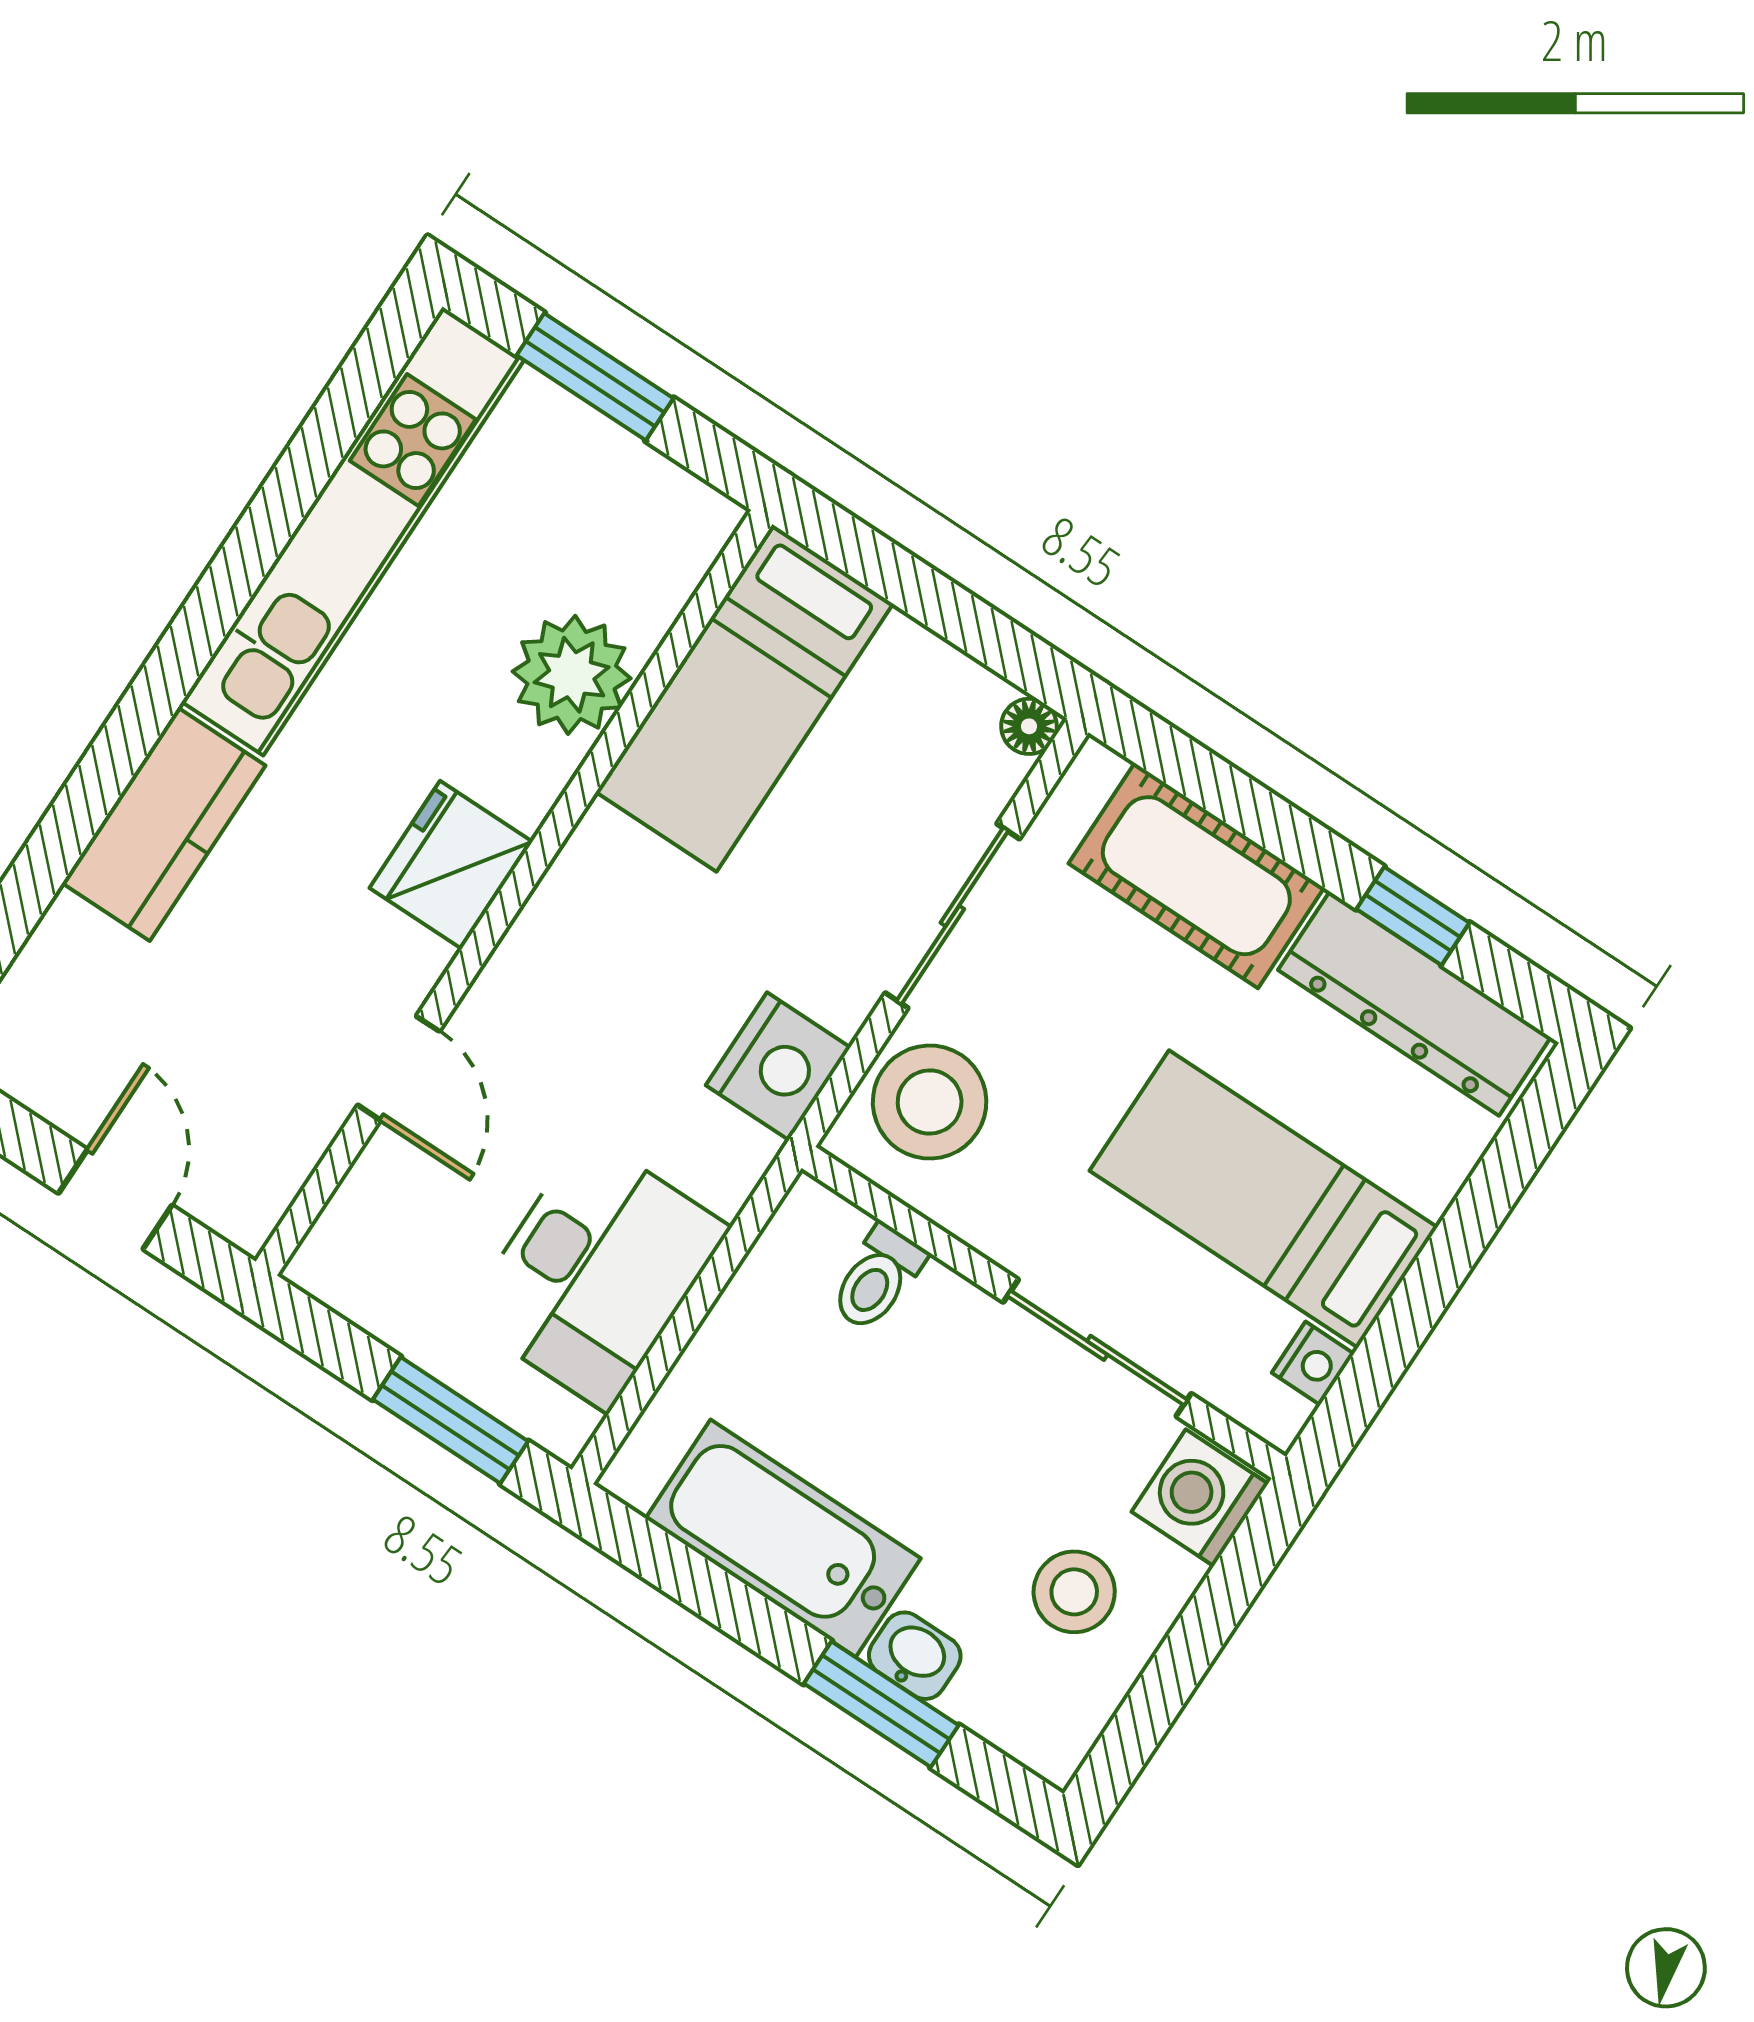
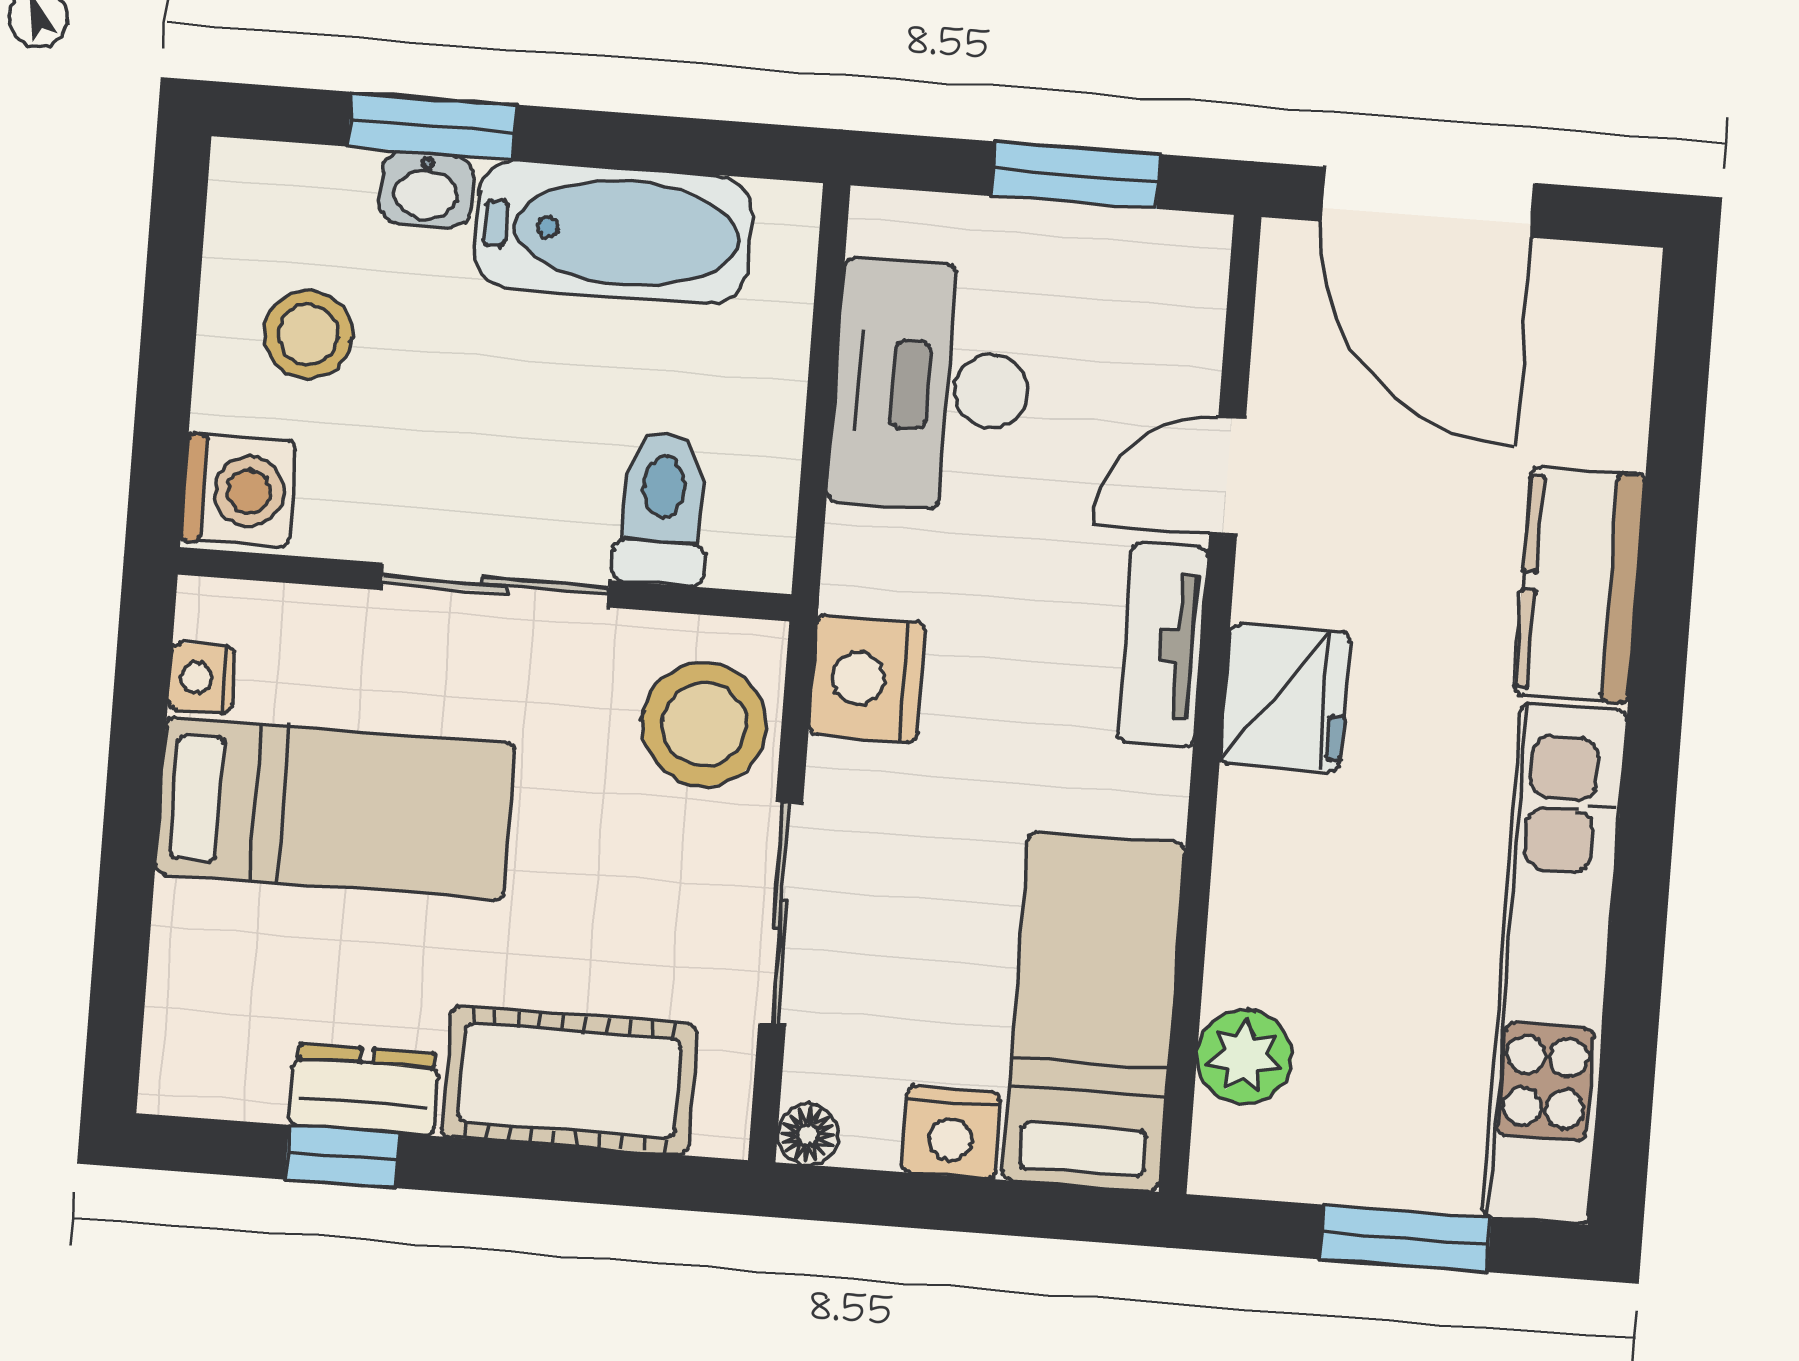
nightstand: (913, 664) -> (951, 1132), added
plant: (572, 675) -> (1244, 1057), moved, width x0.73, depth x0.73
tv unit: (526, 962) -> (1163, 645), added
dresser: (1414, 1004) -> (364, 1089), width x0.51, depth x0.80
door: (398, 1068) -> (1228, 476), hinge flipped
door: (115, 1199) -> (1428, 202), width x1.88
toilet: (877, 1278) -> (662, 508), width x1.37, depth x1.39
sliding door: (1097, 1348) -> (495, 585), moved
window: (451, 1420) -> (1076, 175), moved

